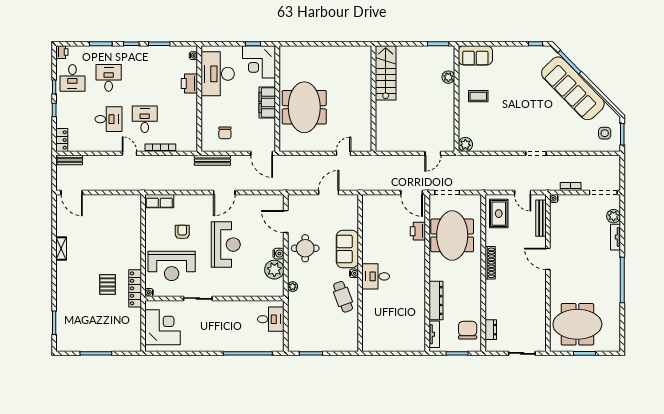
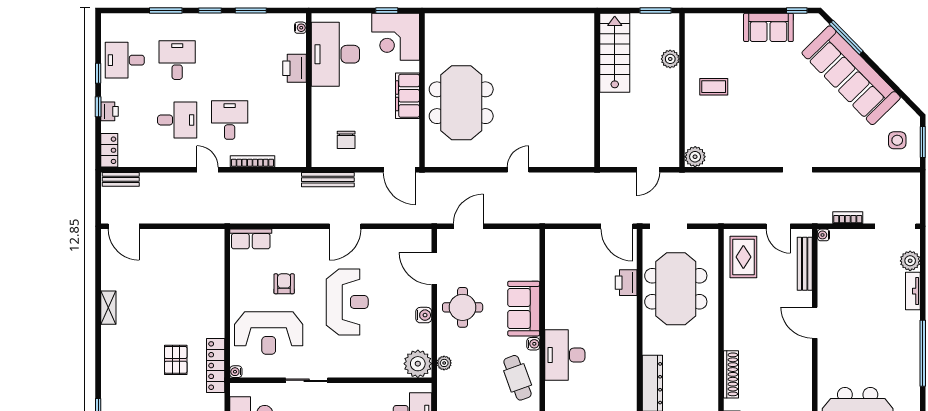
printer: (62, 52) -> (109, 111), moved
sofa: (475, 55) -> (768, 27), moved
stairs: (386, 73) -> (615, 53), moved
desk: (72, 78) -> (125, 60), turned 90
wall: (374, 99) -> (597, 90), moved
door: (329, 192) -> (468, 226), moved
shoe rack: (490, 263) -> (731, 374), moved
plant: (274, 270) -> (418, 364), moved
desk: (376, 276) -> (565, 355), width x1.37

